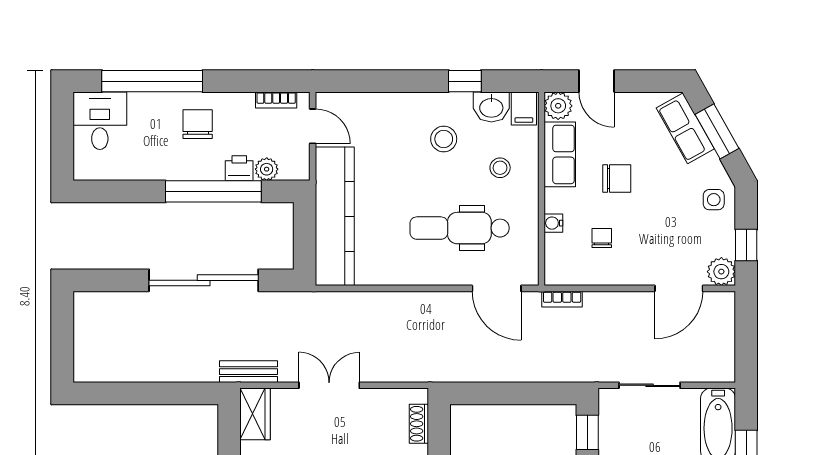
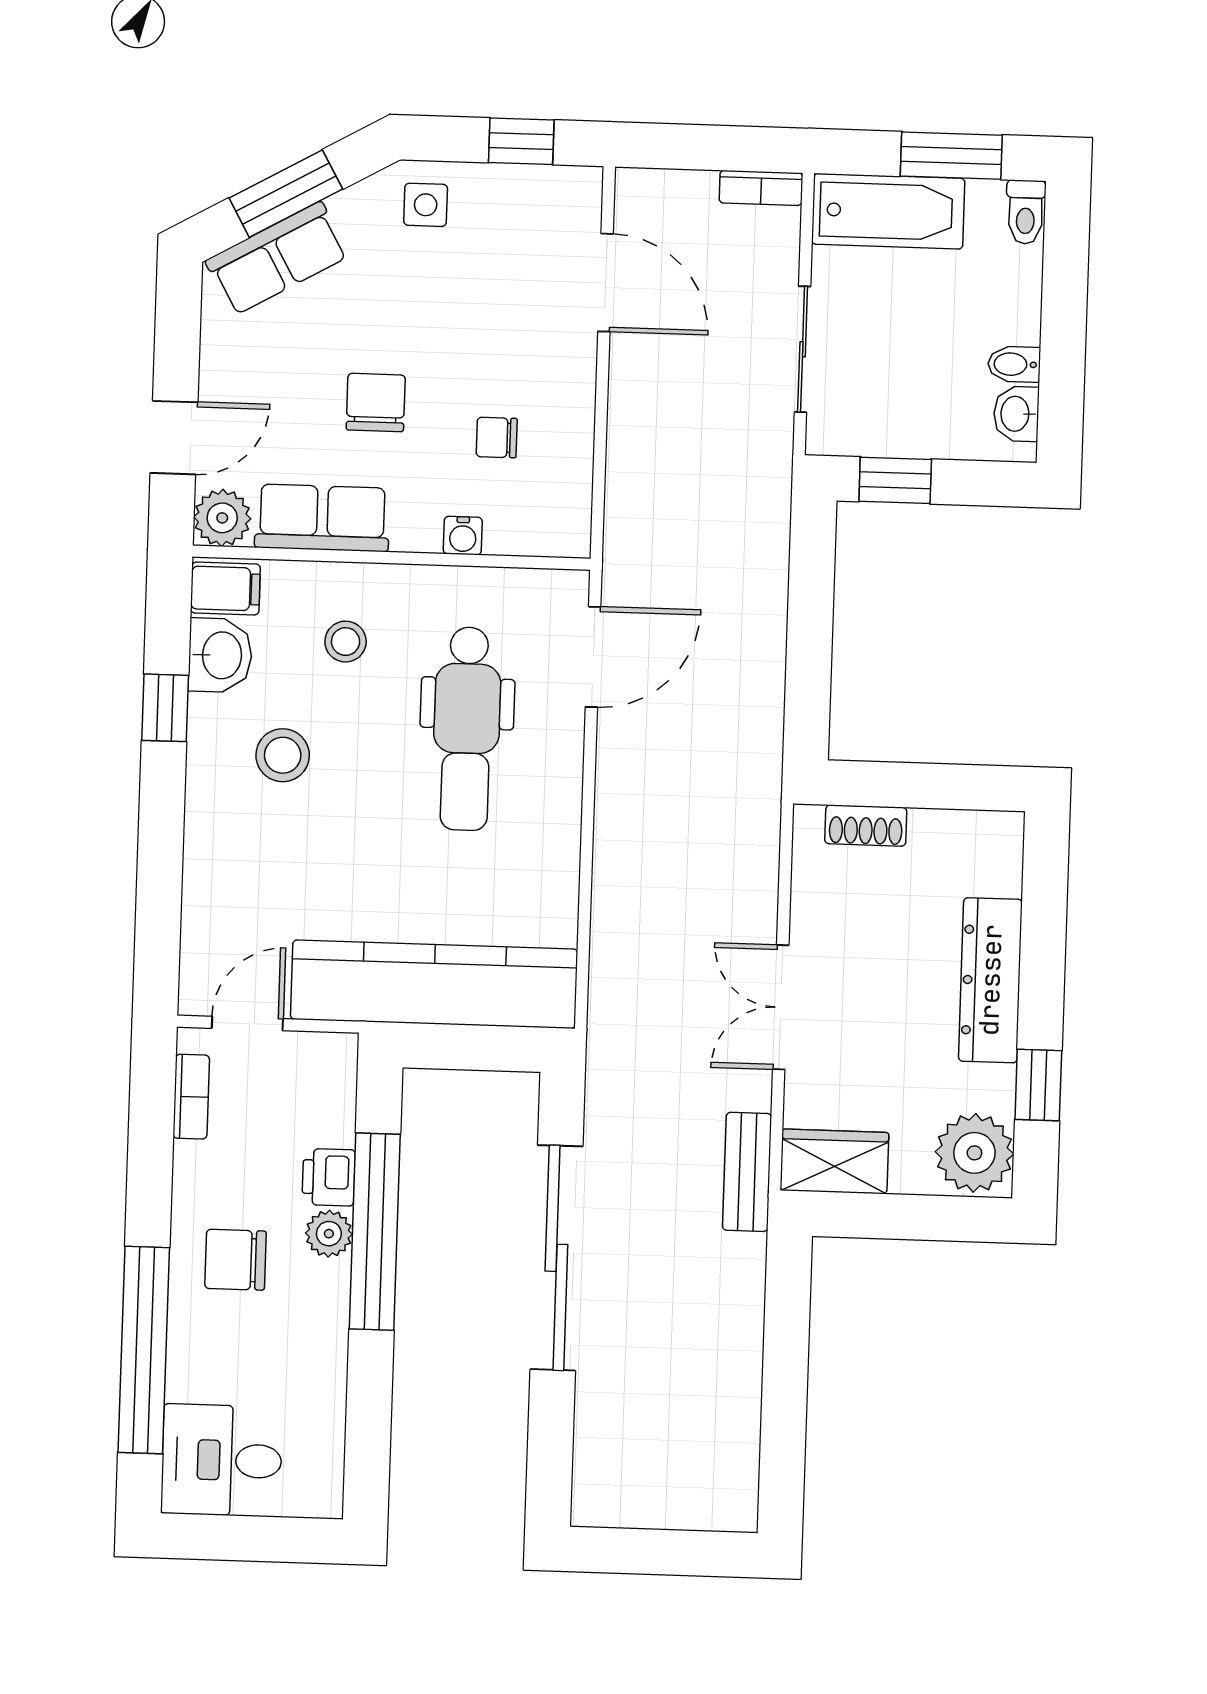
plant: (267, 169) -> (329, 1234), moved
plant: (721, 272) -> (574, 194), removed
bookcase: (562, 299) -> (761, 188), moved, turned 90

